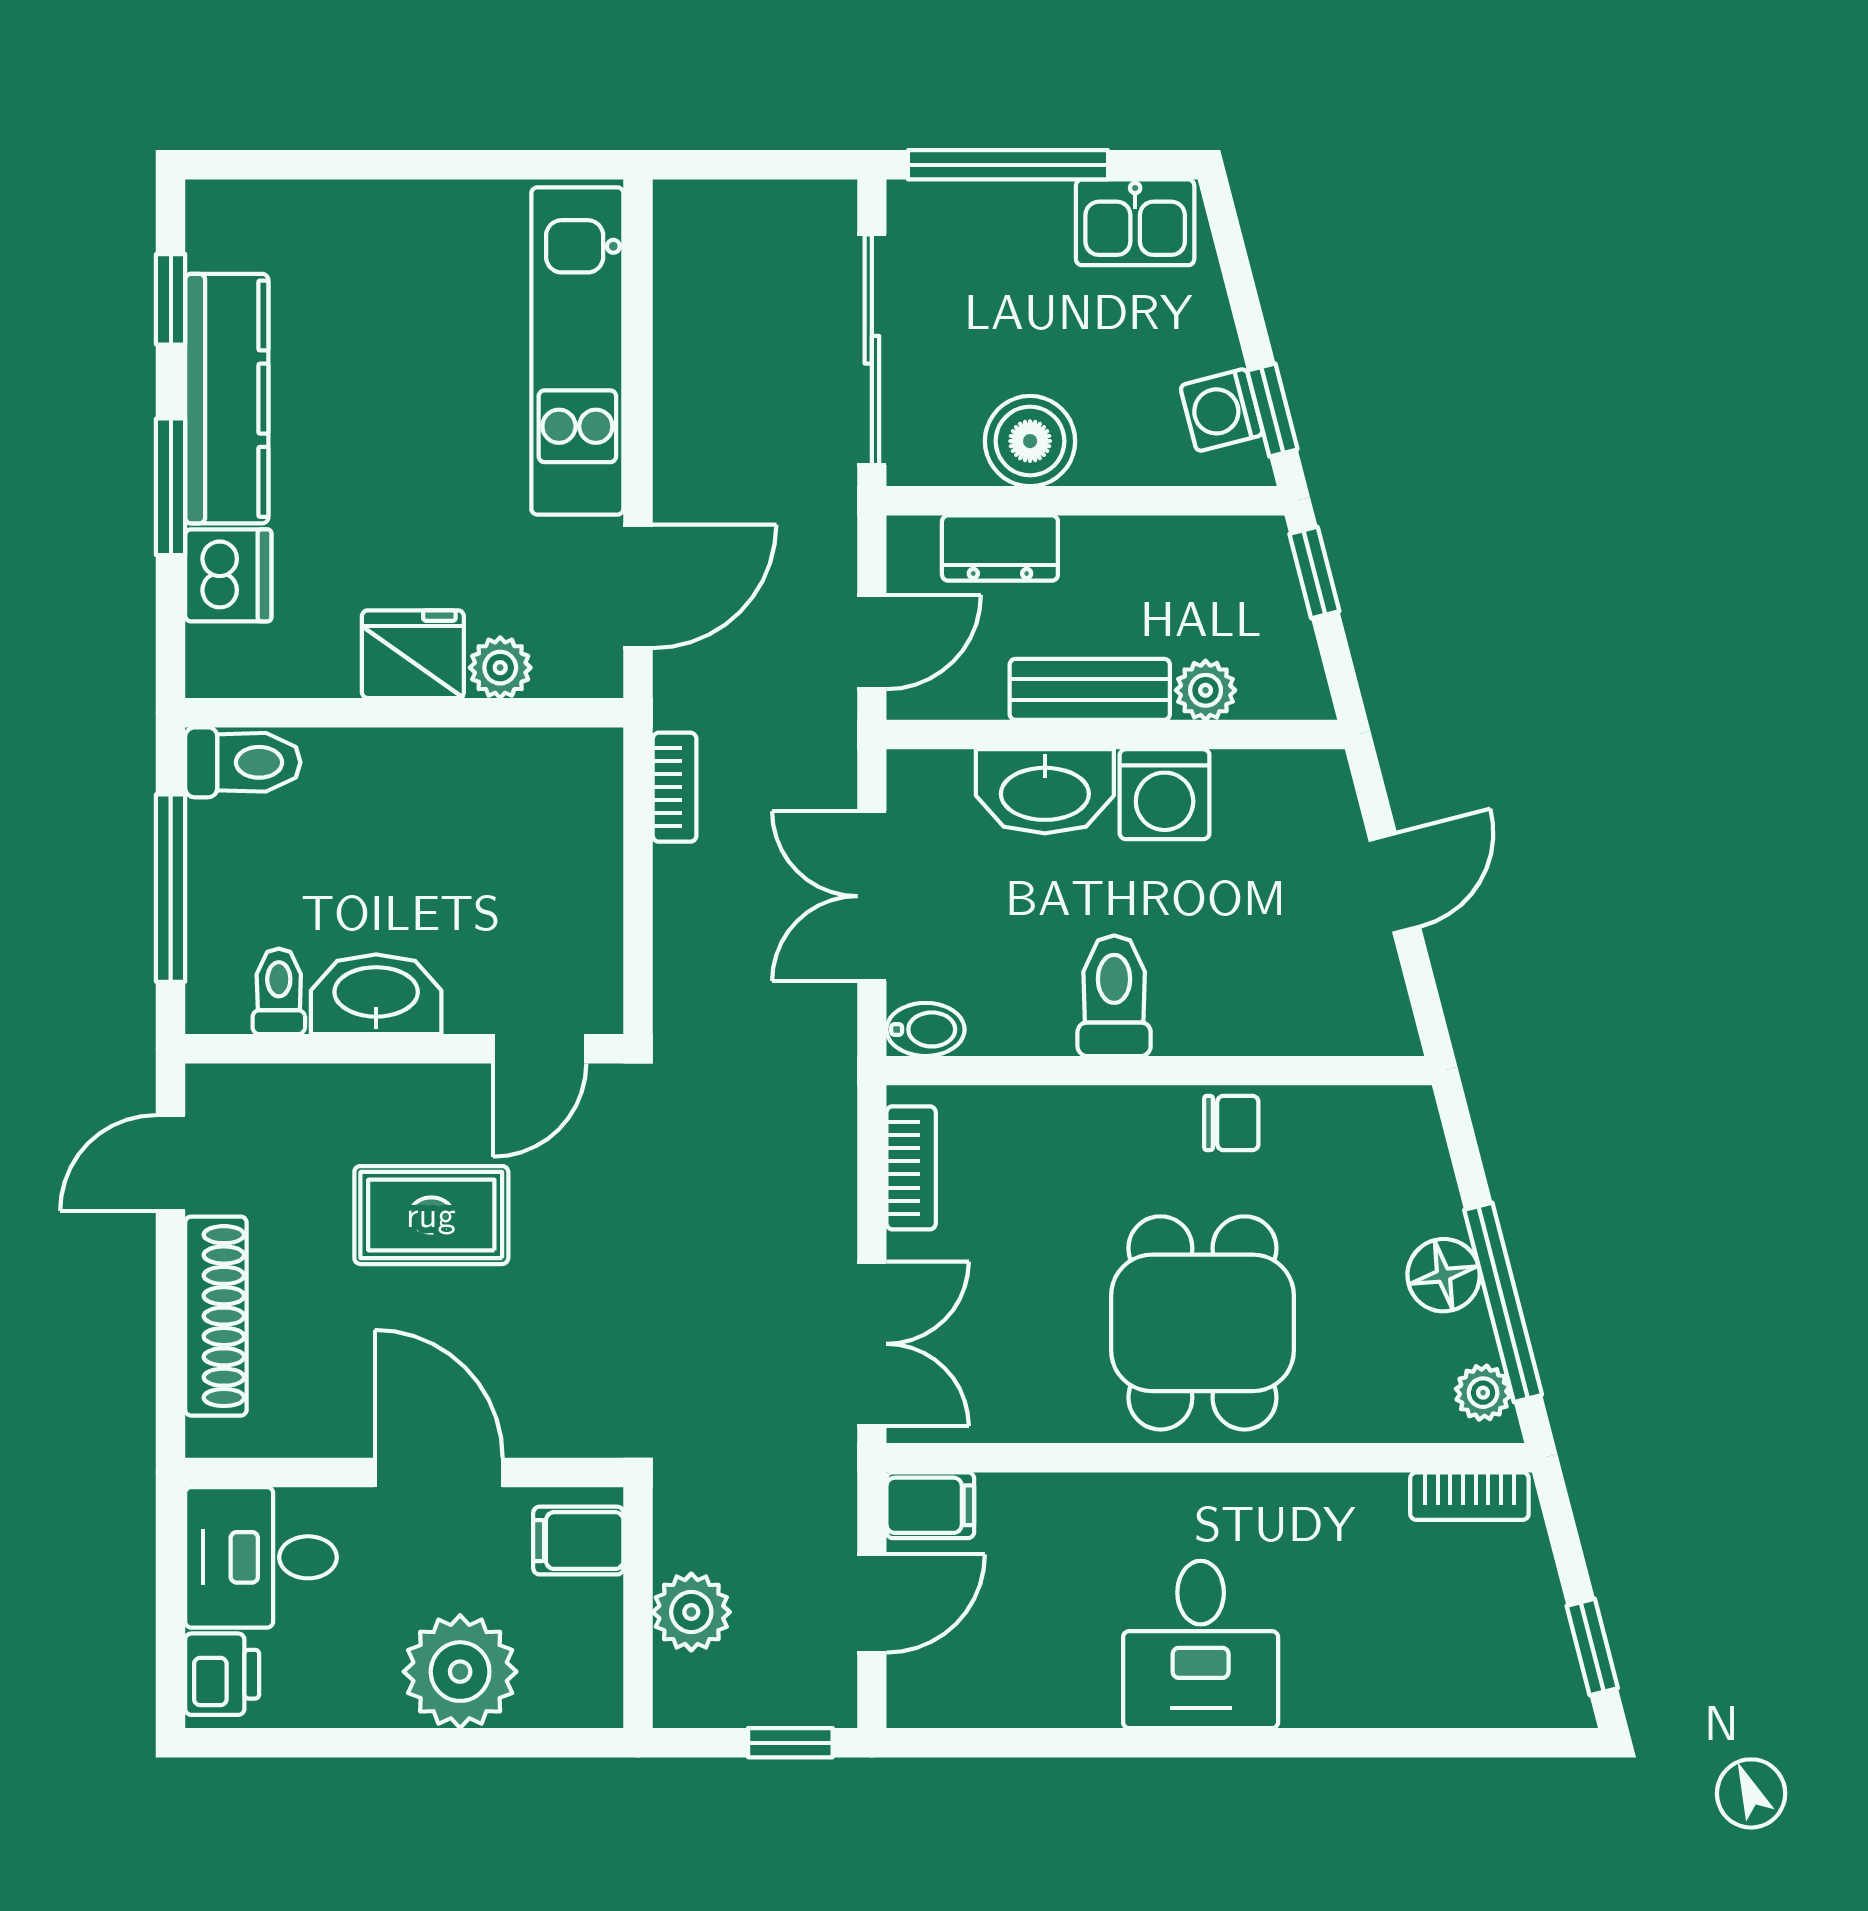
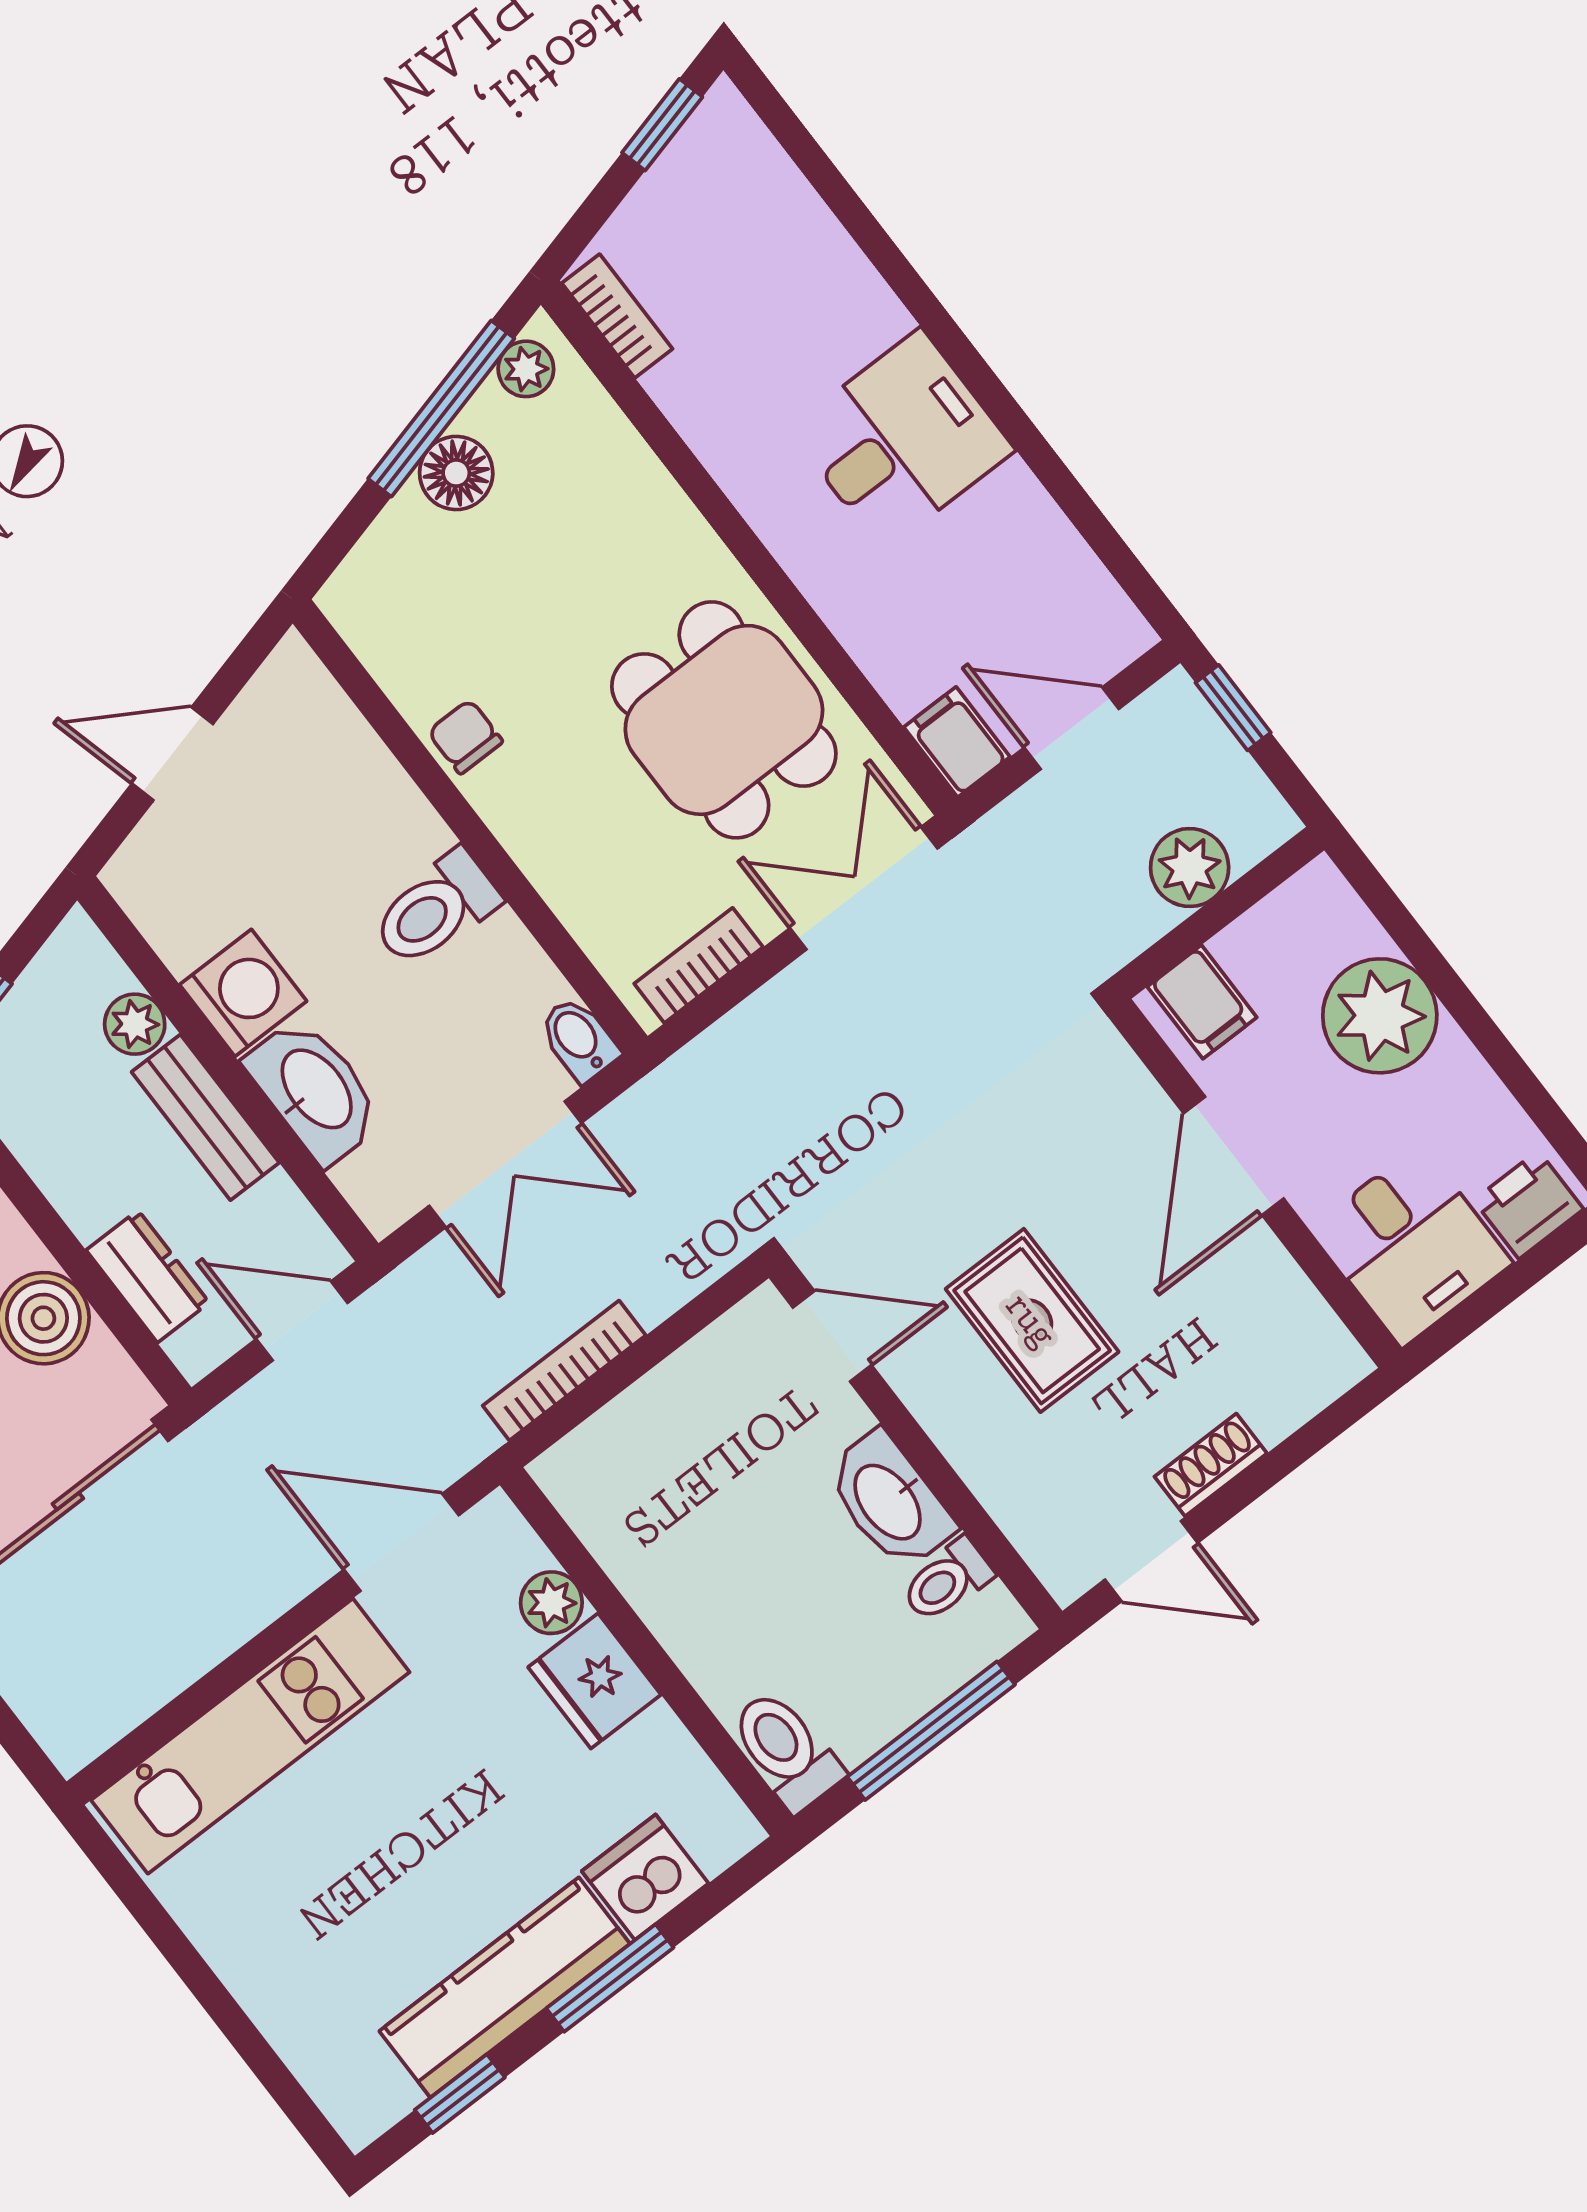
bookcase: (675, 787) -> (564, 1371), width x1.56
shoe rack: (216, 1316) -> (1211, 1465), width x0.51, depth x0.81
dining table: (1202, 1323) -> (724, 720), moved, turned 90

